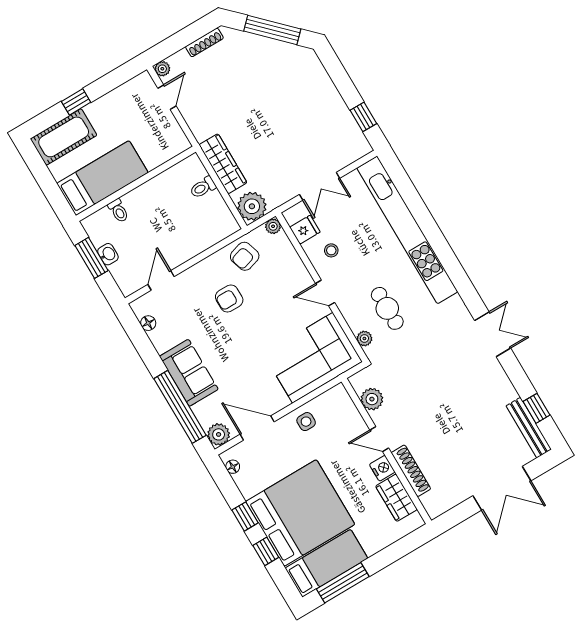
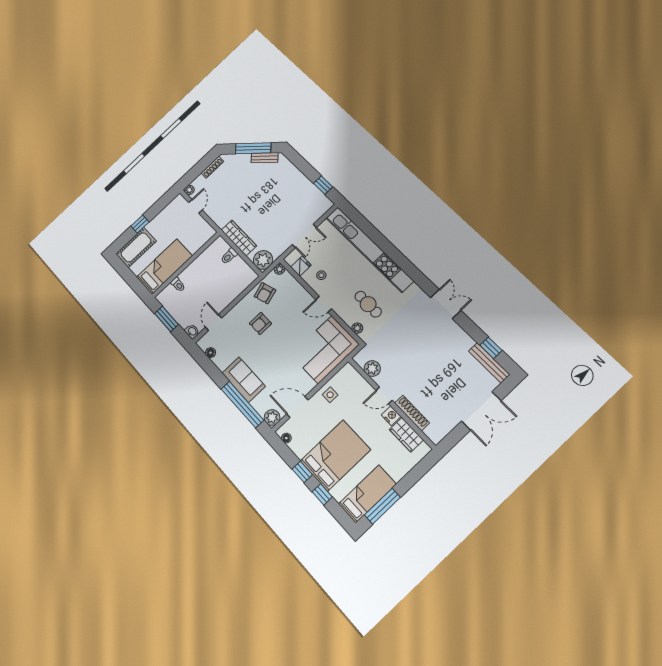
bench: (286, 50) -> (265, 158), added
washbasin: (108, 254) -> (192, 331), moved
bed: (300, 513) -> (335, 455), width x0.73

